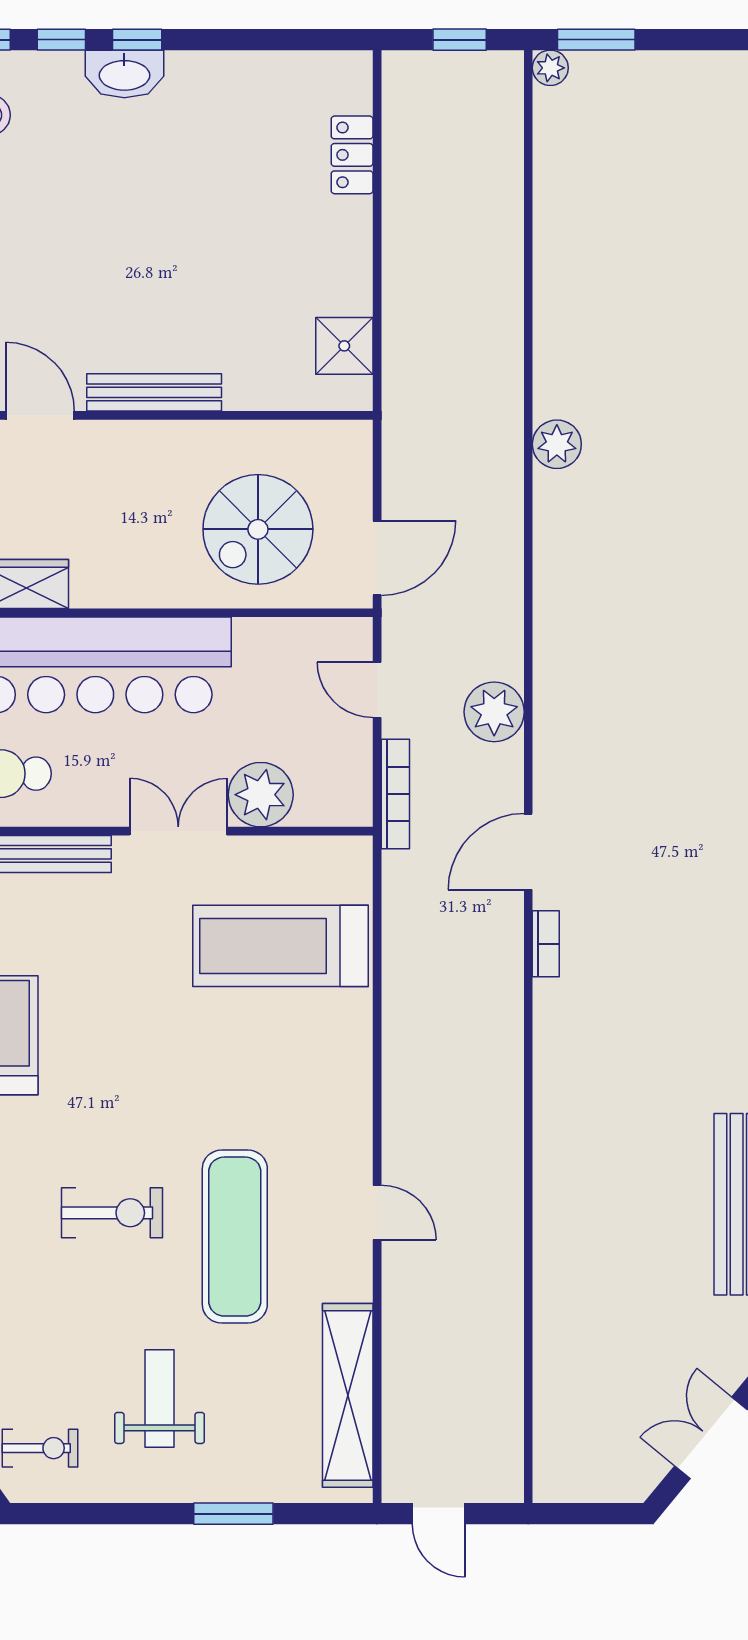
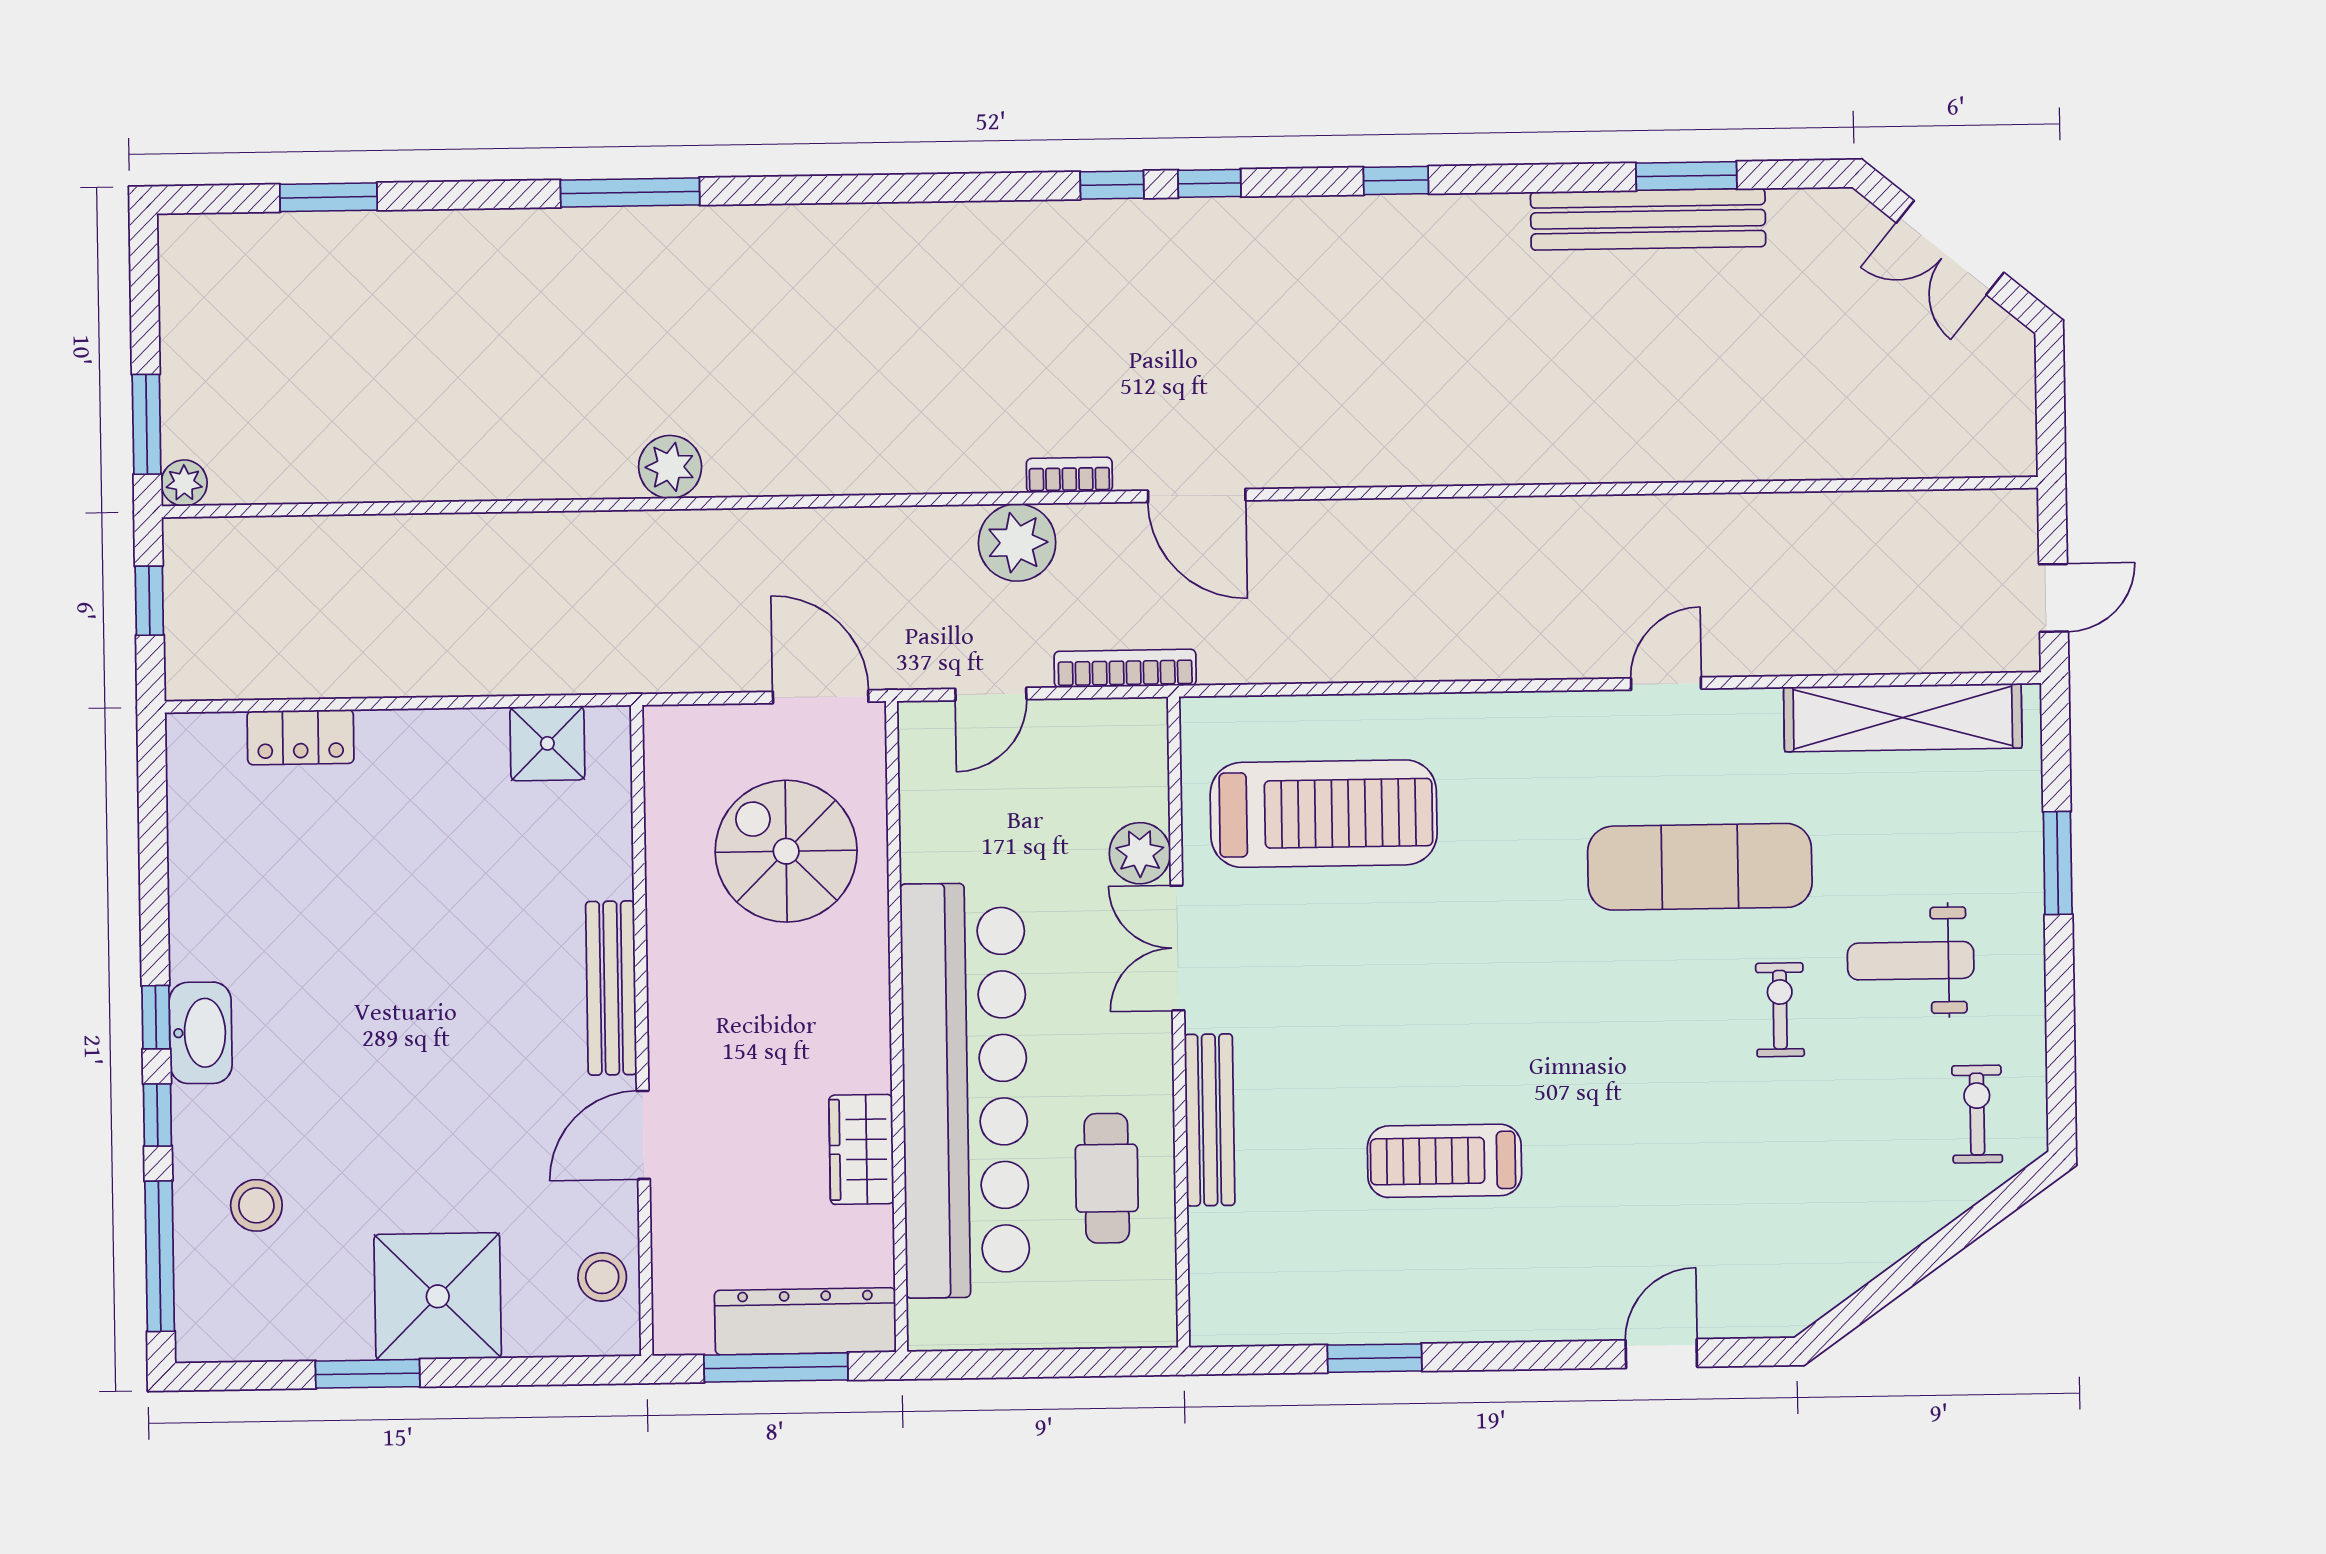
spiral stairs: (258, 529) -> (786, 851), turned 180
plant: (261, 795) -> (1140, 853), width x0.73, depth x0.73
bookcase: (546, 944) -> (1069, 475), moved
treadmill: (281, 946) -> (1324, 814), turned -90
exercise bike: (112, 1213) -> (1780, 1010), moved, width x0.73, depth x0.72

